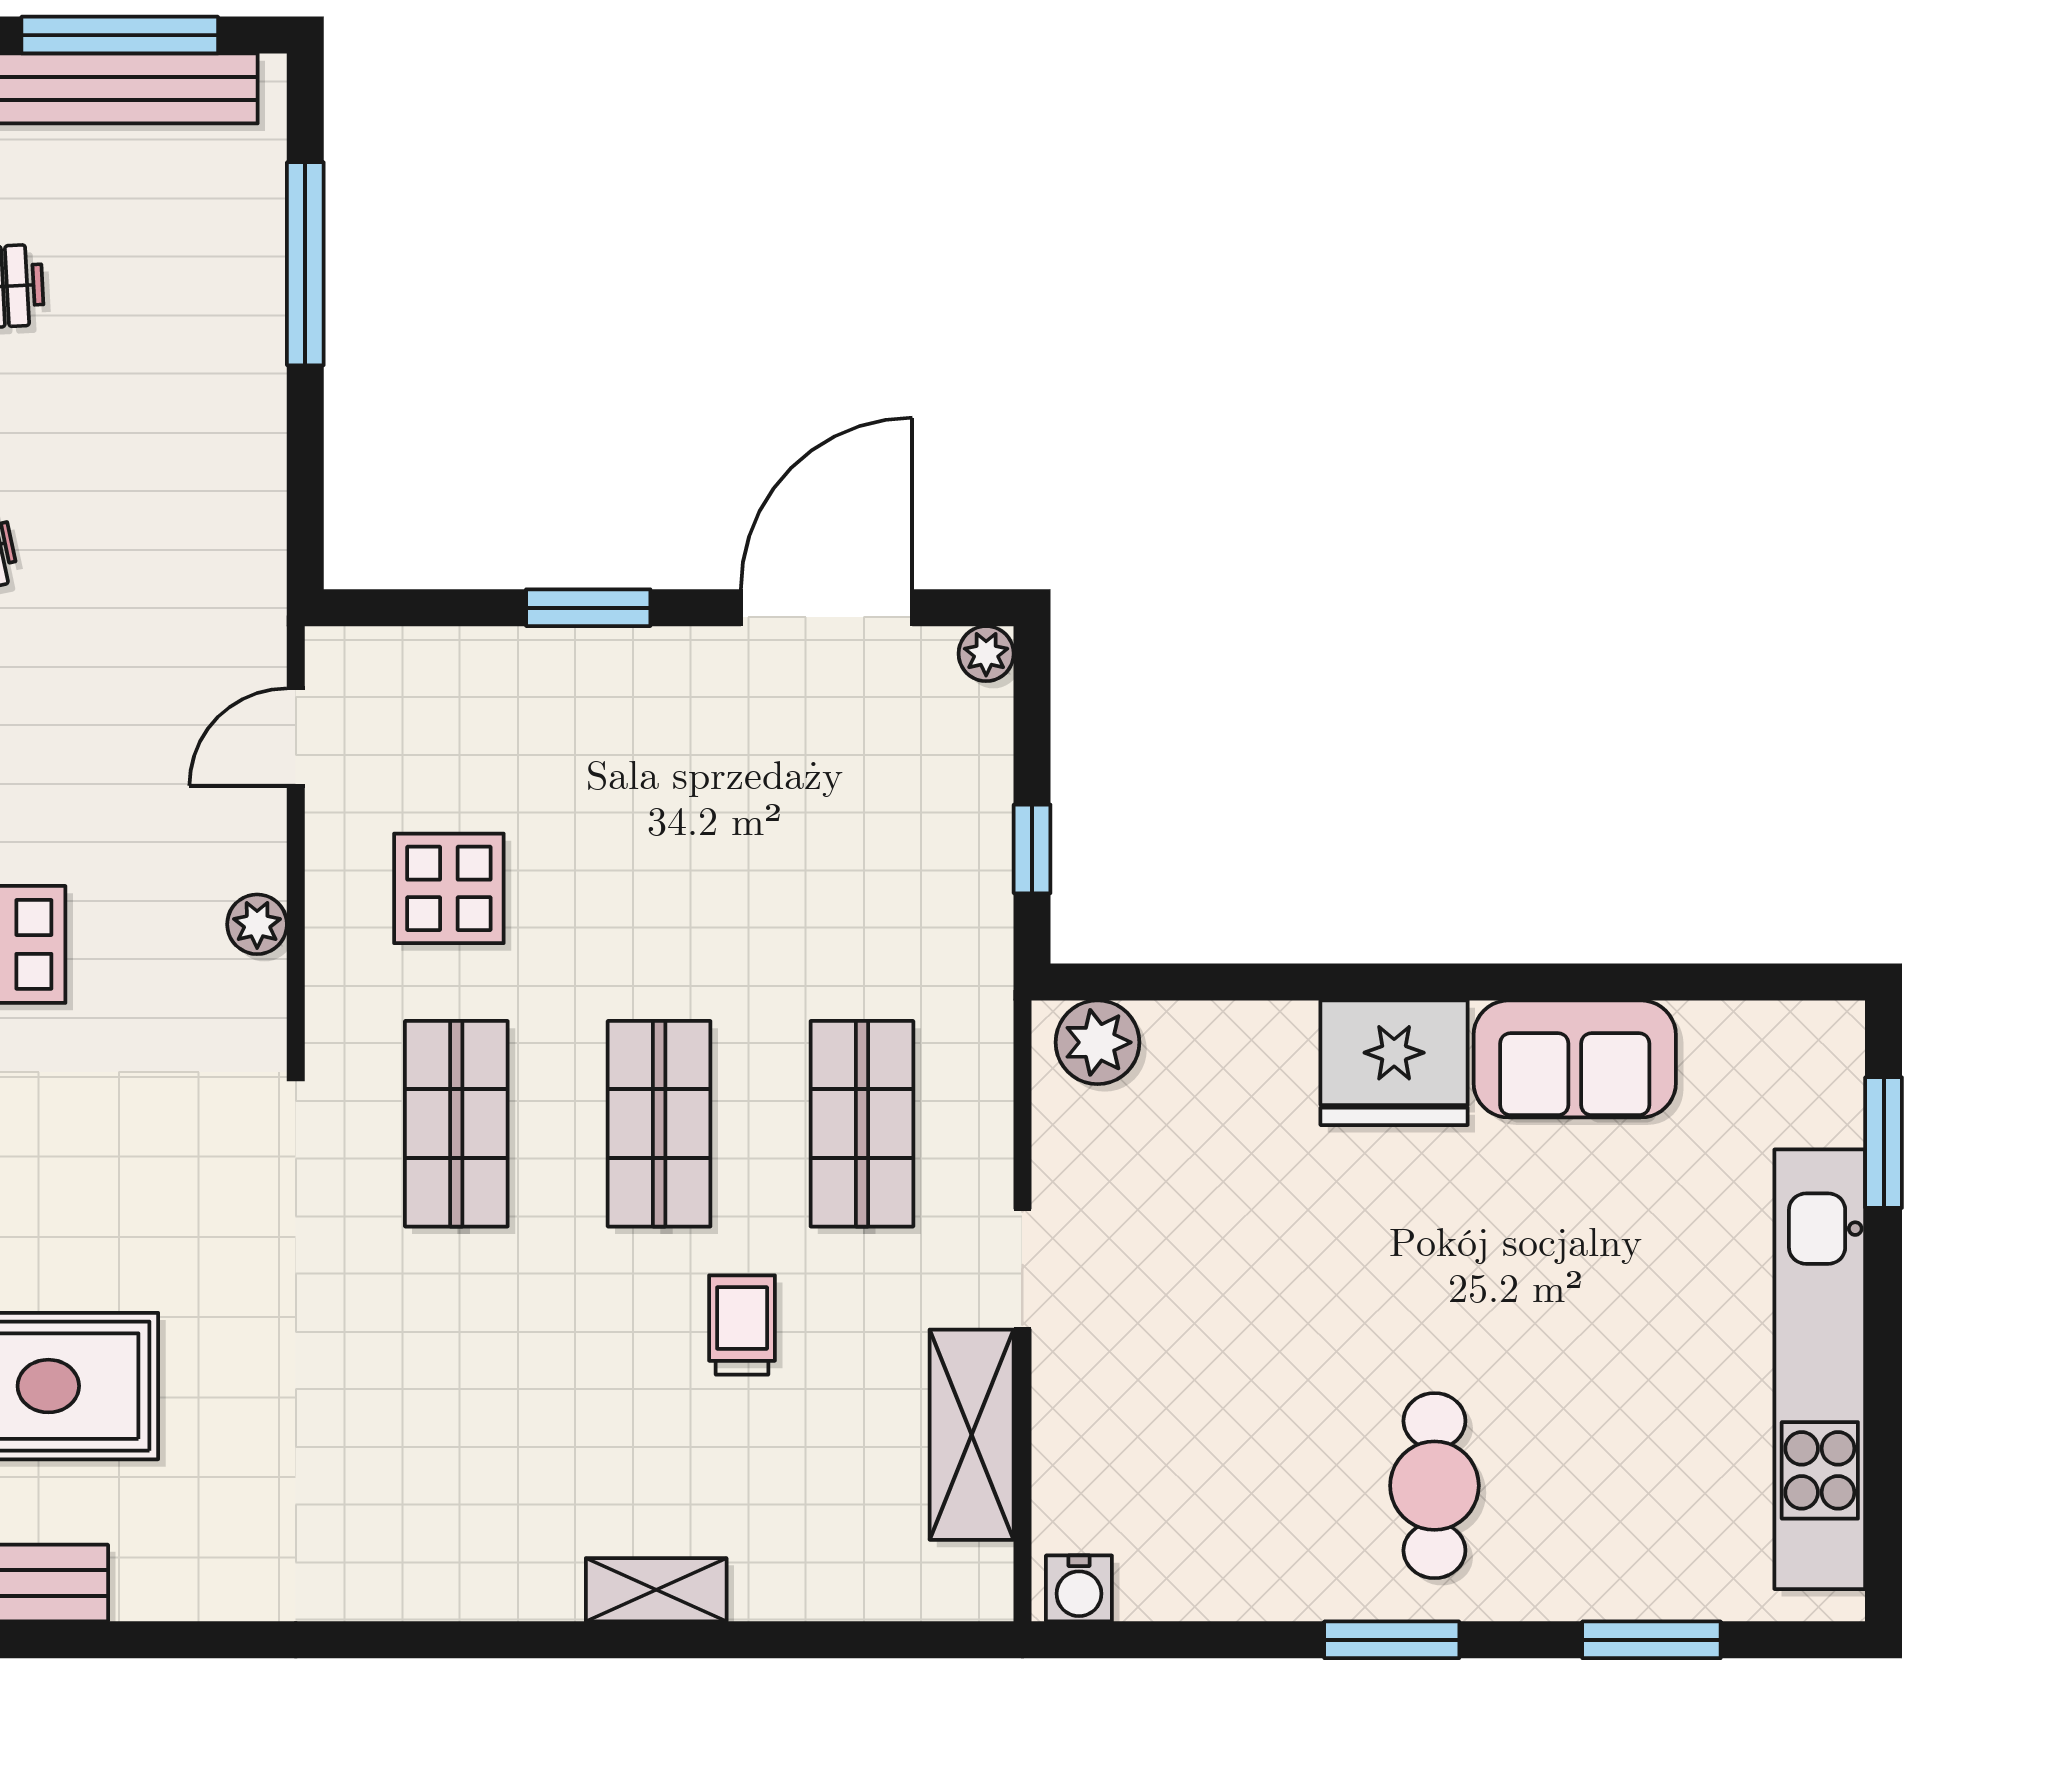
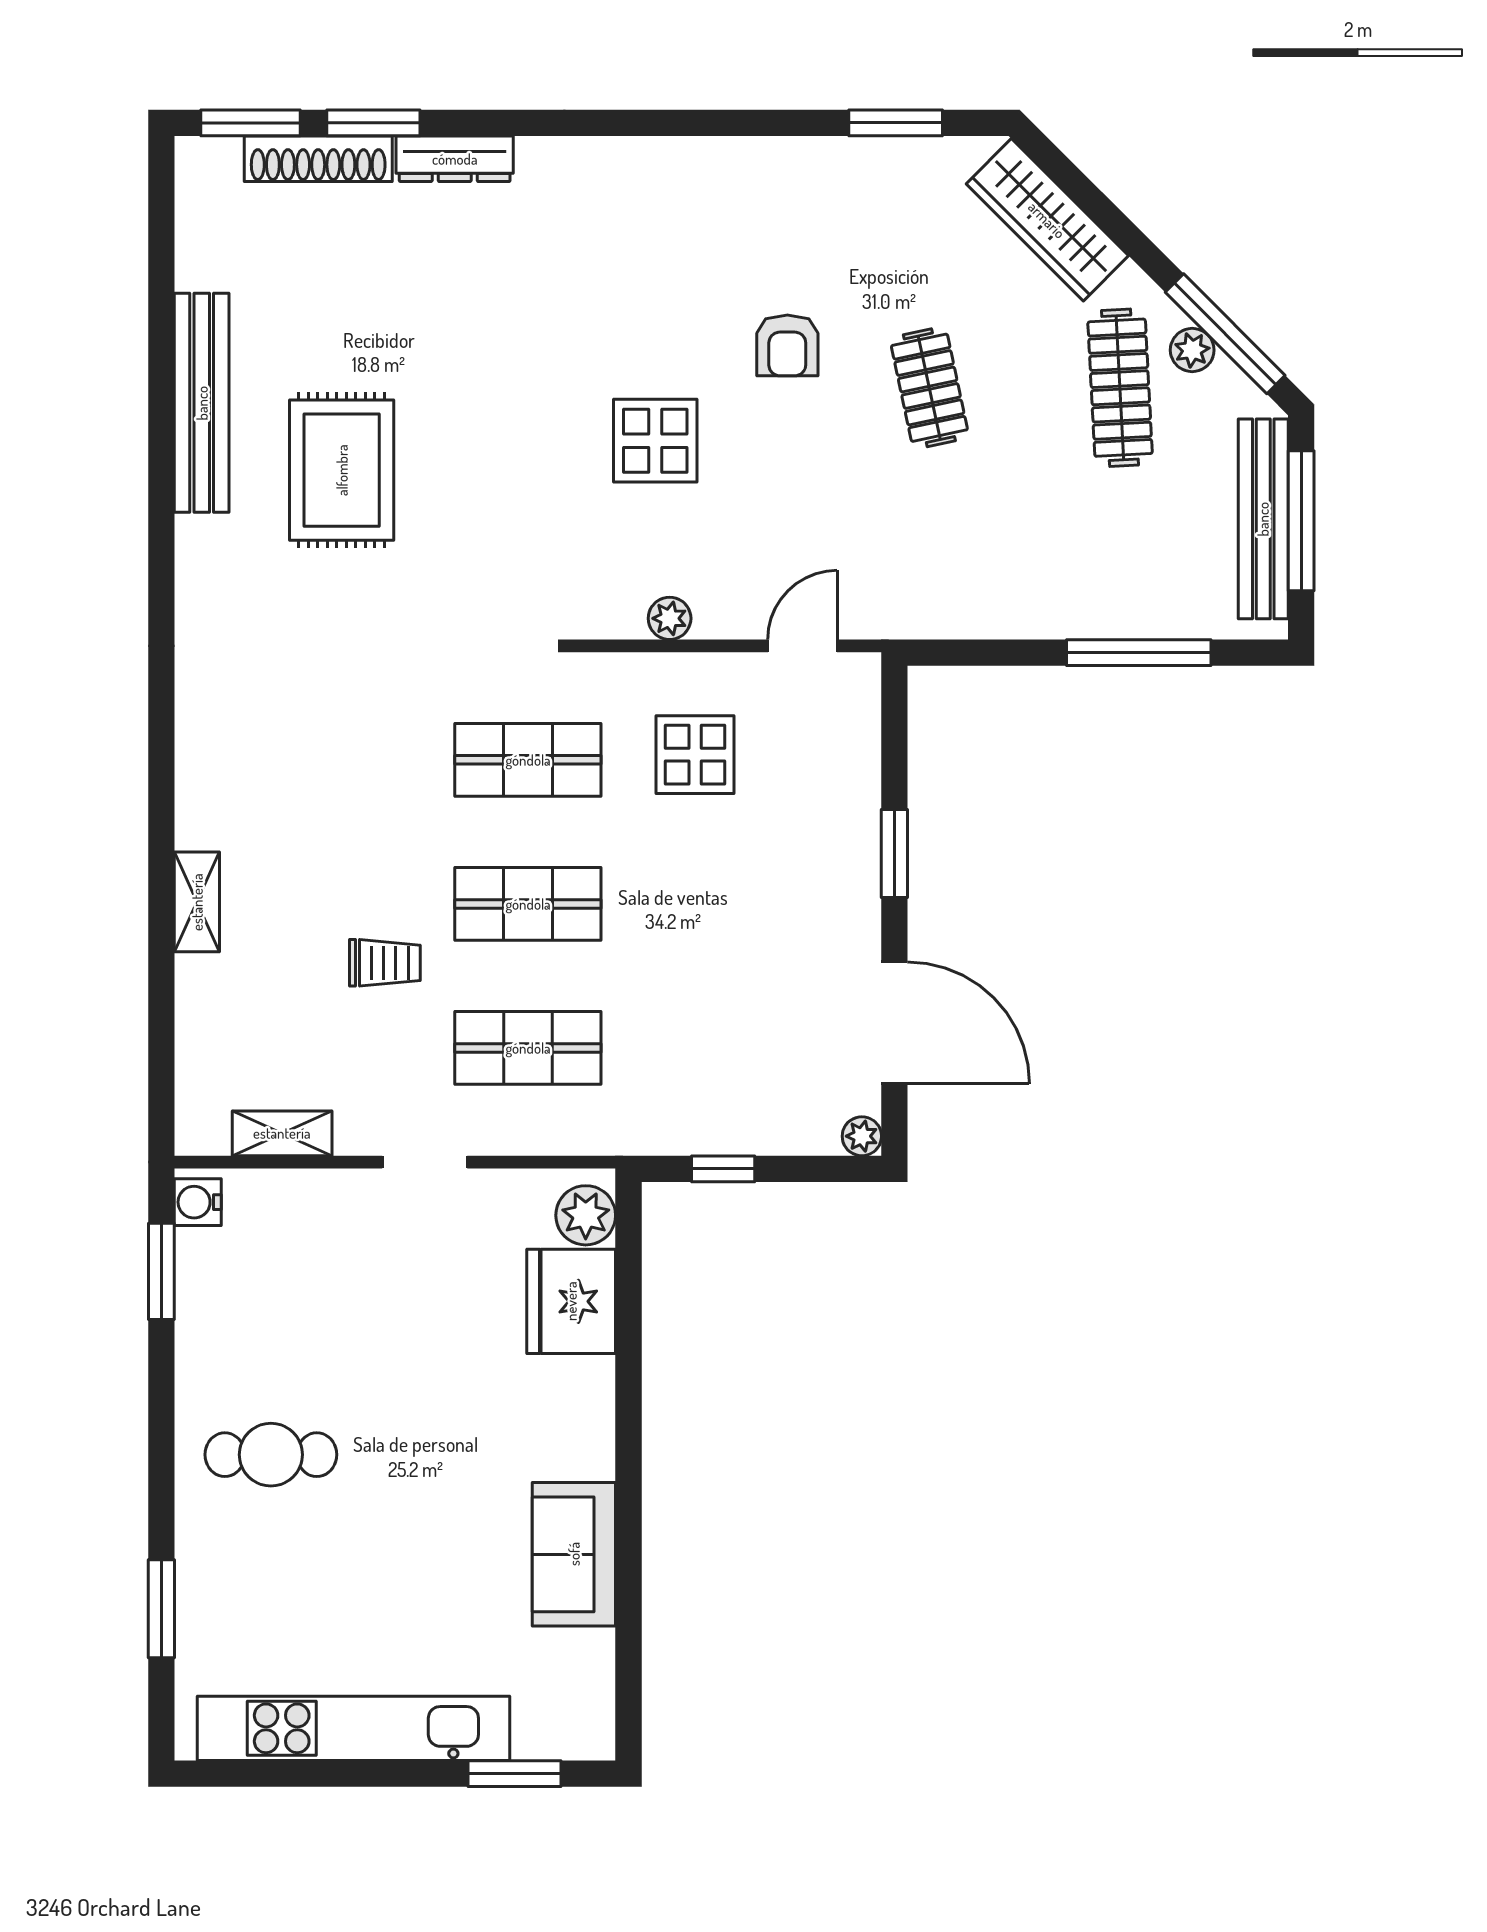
door: (296, 737) -> (802, 646), hinge flipped
fridge: (1394, 1063) -> (571, 1301), moved
shelving: (972, 1435) -> (282, 1133), width x0.67, depth x0.75
window: (1392, 1640) -> (161, 1271), moved

